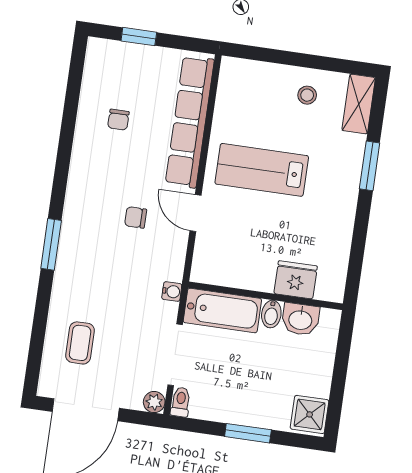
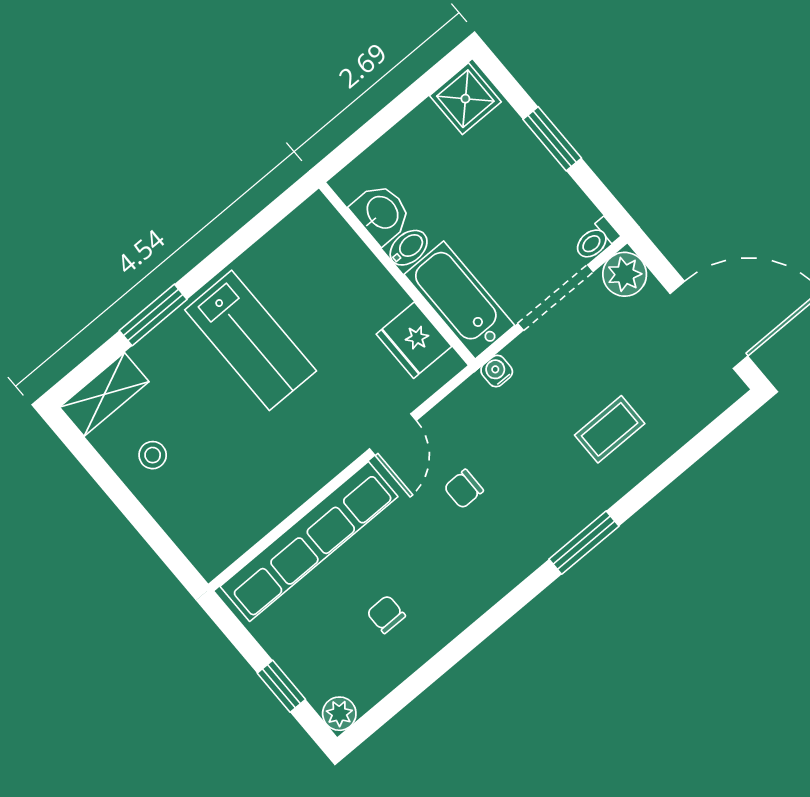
plant: (97, 49) -> (339, 714), added
chair: (118, 120) -> (386, 614), turned -90
lab bench: (262, 170) -> (251, 340), moved
chair: (136, 217) -> (464, 489), turned 90
fridge: (296, 280) -> (414, 340), moved
coffee table: (80, 343) -> (610, 429), moved
plant: (154, 402) -> (625, 274), width x1.38, depth x1.38

